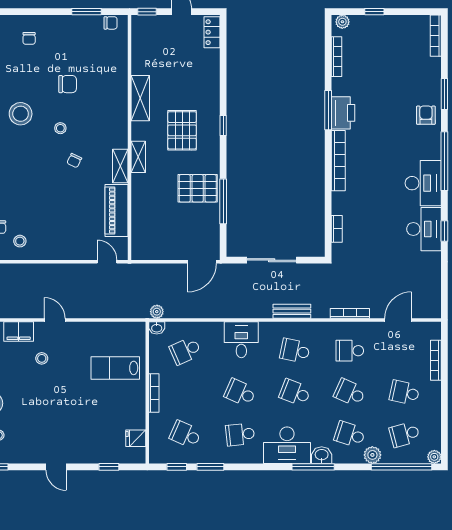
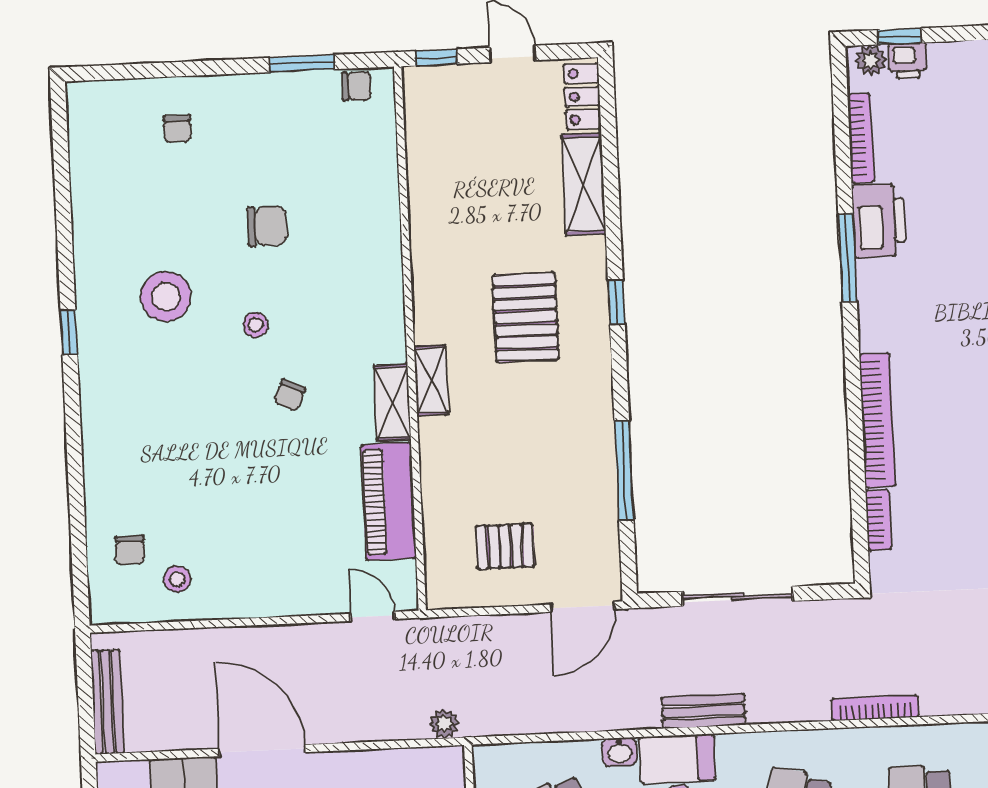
window: (374, 12) -> (899, 36), moved
printer: (359, 23) -> (908, 60), added
shelving: (140, 98) -> (584, 184), moved
printer: (343, 113) -> (879, 221), moved
bookcase: (338, 161) -> (877, 420), moved
pallet: (198, 188) -> (505, 546), moved, width x0.67, depth x0.71
bench: (292, 311) -> (703, 711), moved
plant: (157, 312) -> (444, 724), moved
bookcase: (350, 313) -> (875, 708), moved
door: (55, 320) -> (262, 750), width x1.88
washbasin: (157, 328) -> (620, 752), moved

